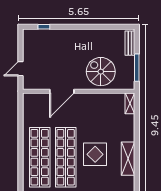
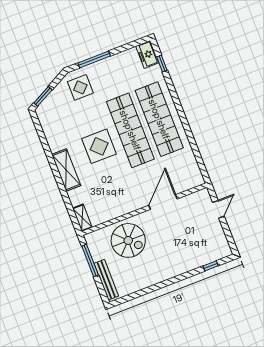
bench: (130, 43) -> (106, 280), width x1.36
shelving: (128, 159) -> (66, 170), moved

